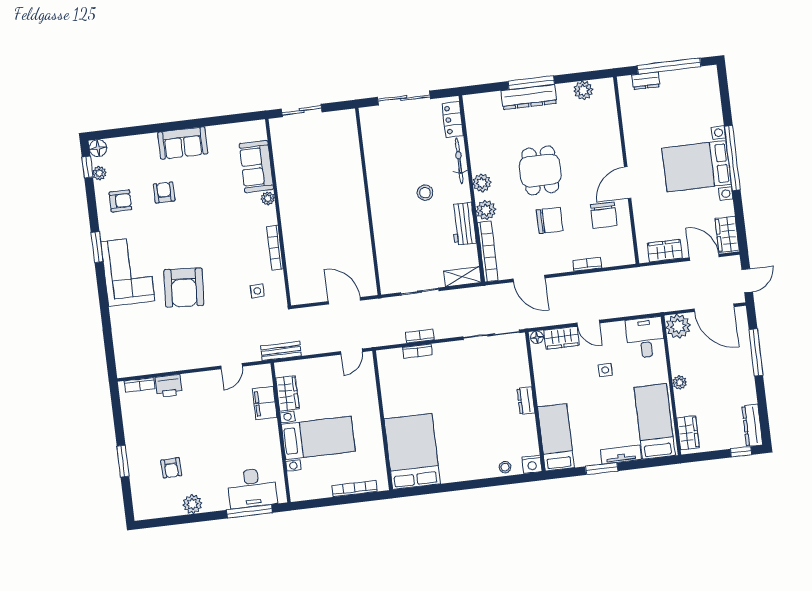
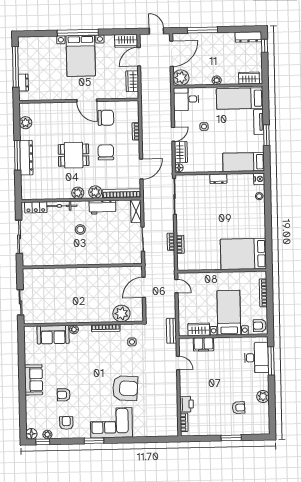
plant: (300, 270) -> (121, 313), added
armchair: (303, 488) -> (260, 326), added

